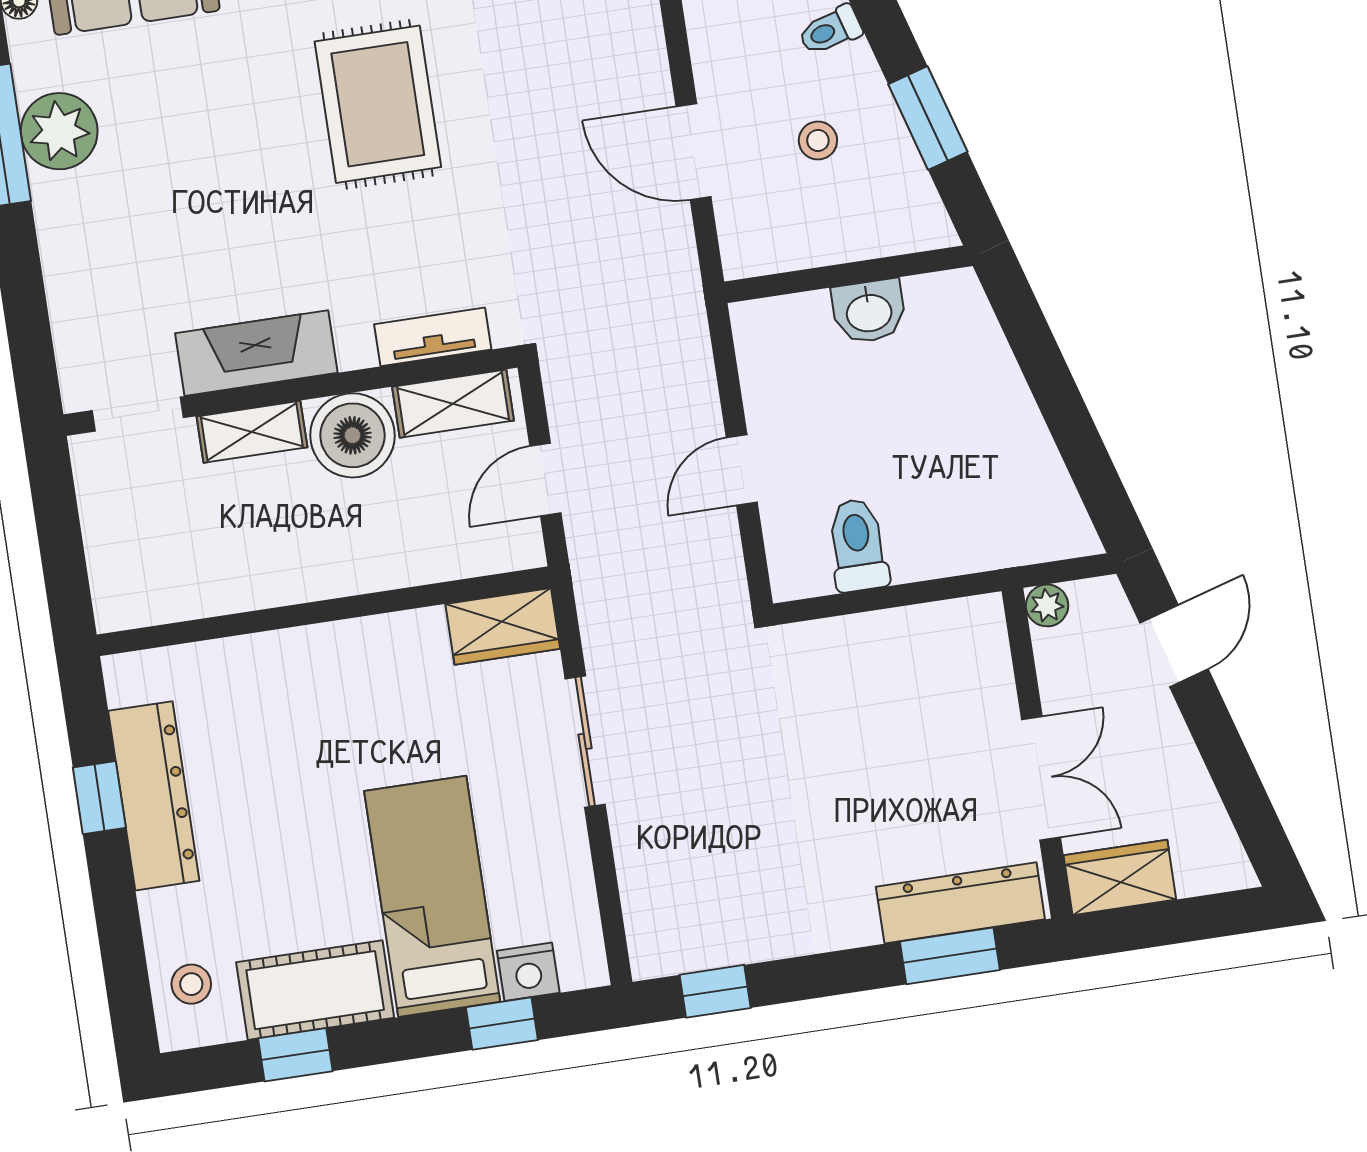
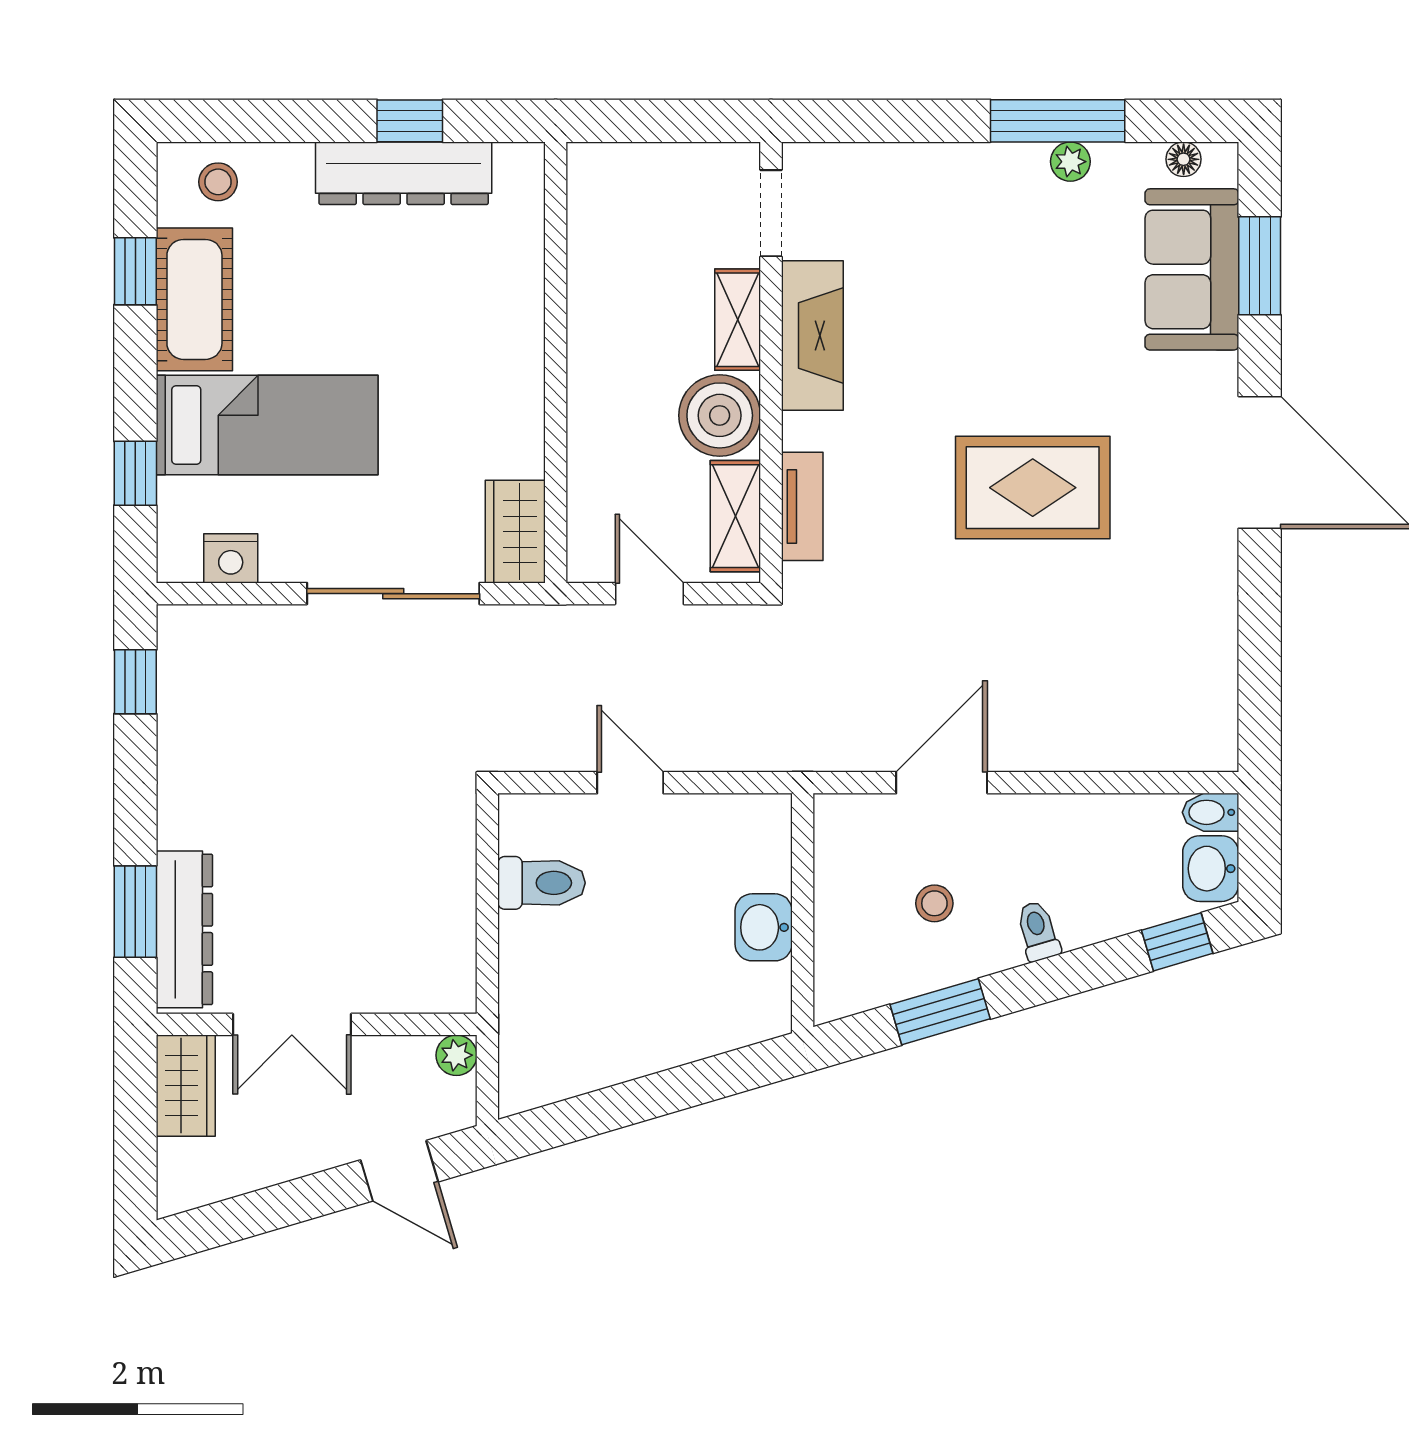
plant: (59, 131) -> (1070, 162), width x0.53, depth x0.53
sliding door: (585, 741) -> (393, 594), width x1.37
nightstand: (528, 972) -> (231, 558), moved, turned -90

